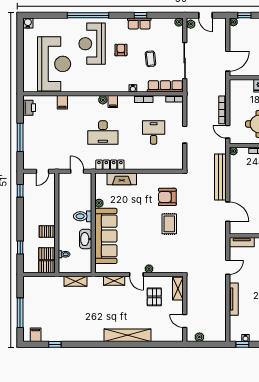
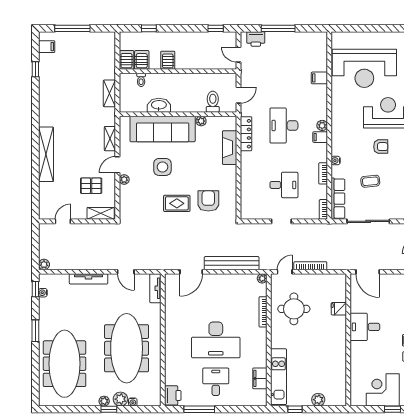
printer: (29, 108) -> (256, 39), moved
toilet: (83, 216) -> (213, 102), moved
side table: (138, 236) -> (162, 167), added
plant: (199, 337) -> (44, 265), moved

